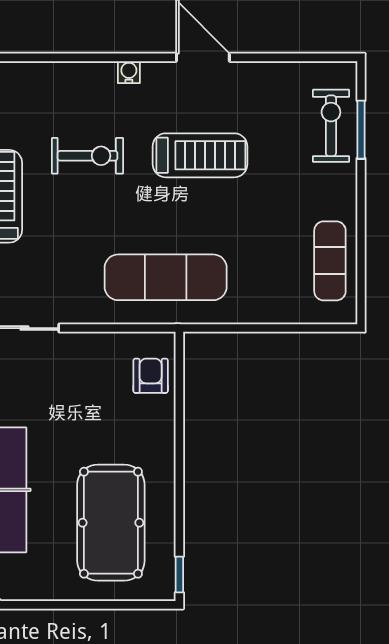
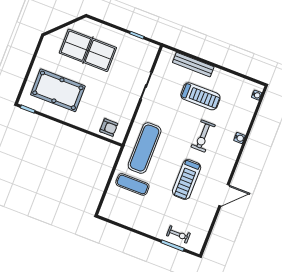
water cooler: (129, 72) -> (240, 138), moved
exercise bike: (331, 126) -> (178, 234), width x0.73, depth x0.72
exercise mat: (330, 261) -> (132, 184), moved

